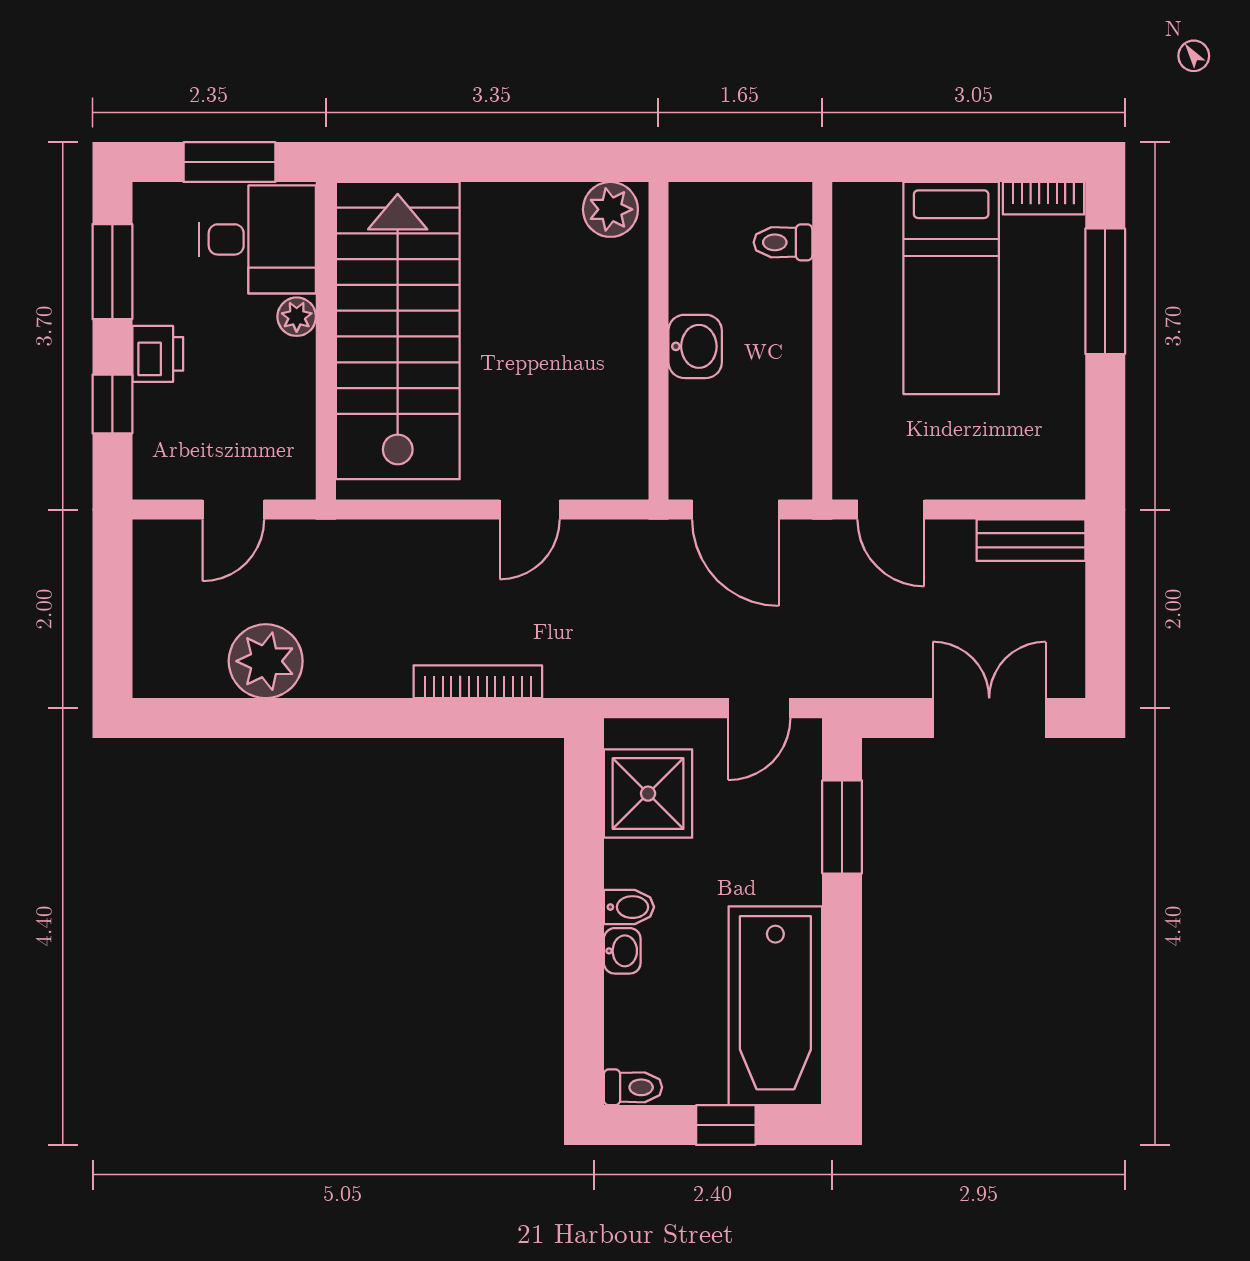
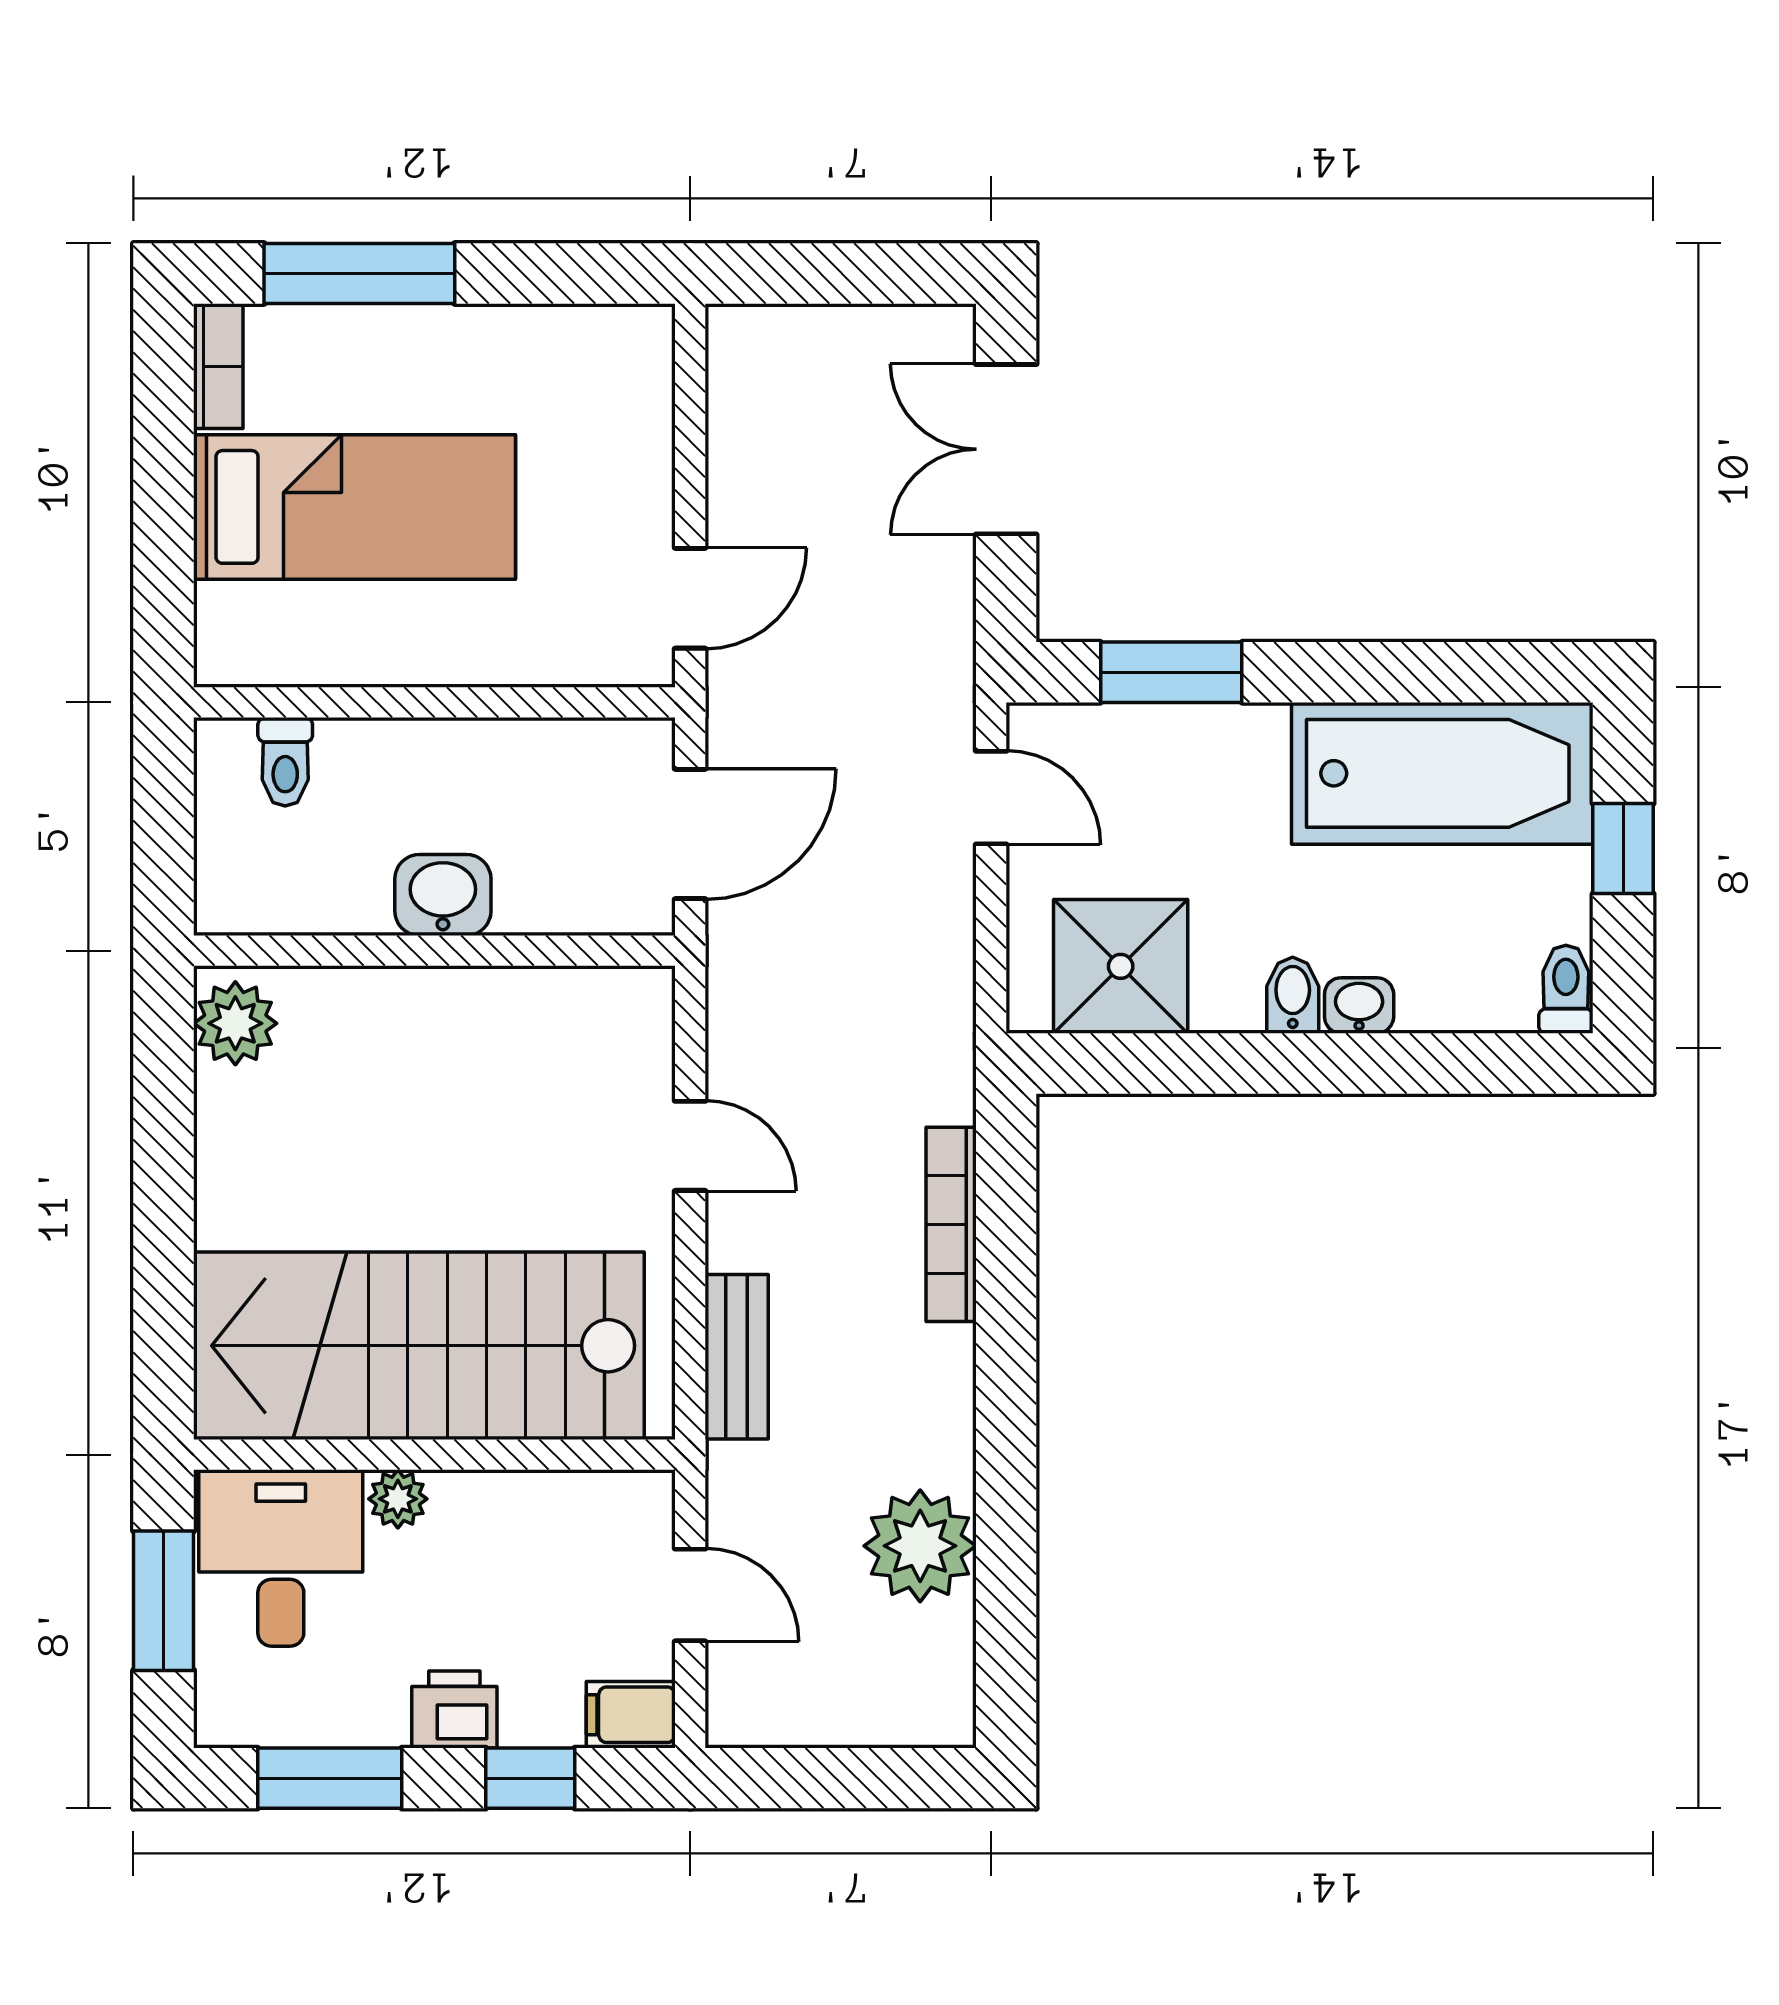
filing cabinet: (154, 470) -> (631, 1715), added
bench: (1031, 540) -> (737, 1357), moved

